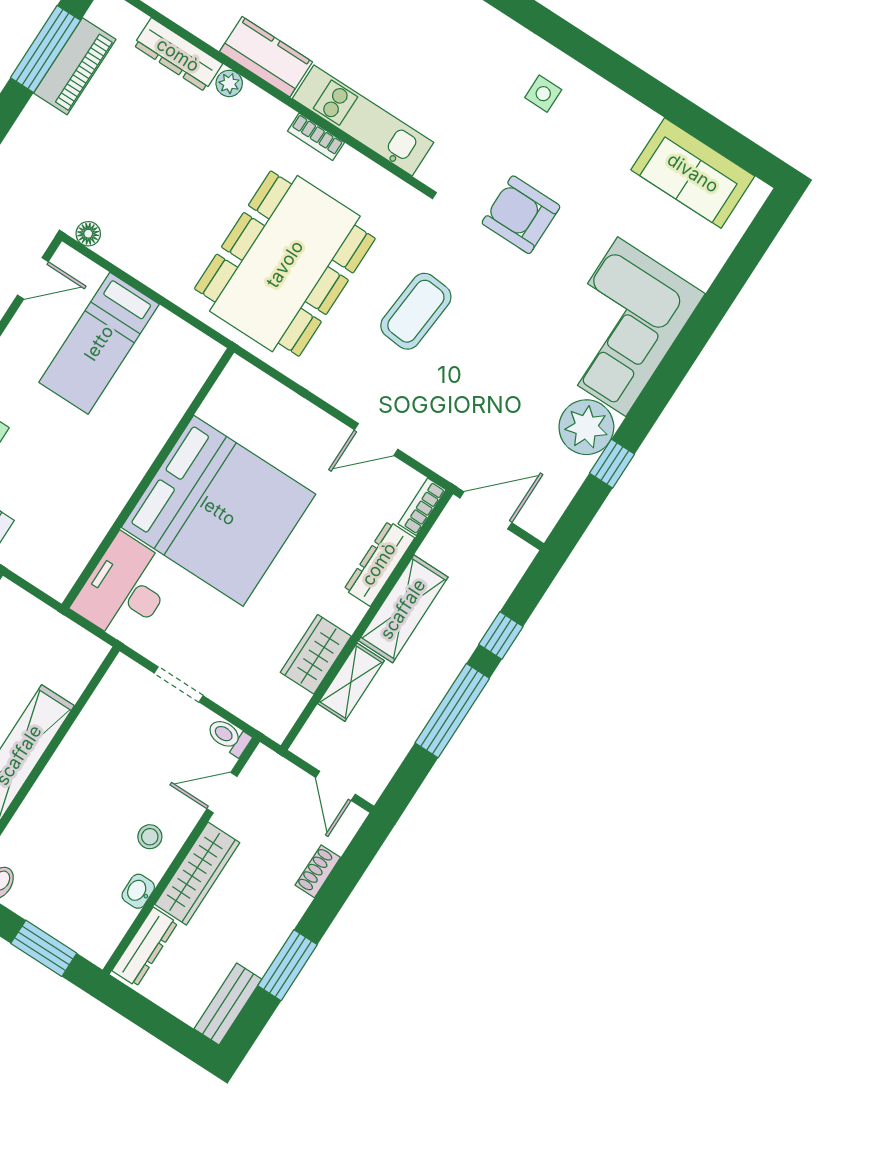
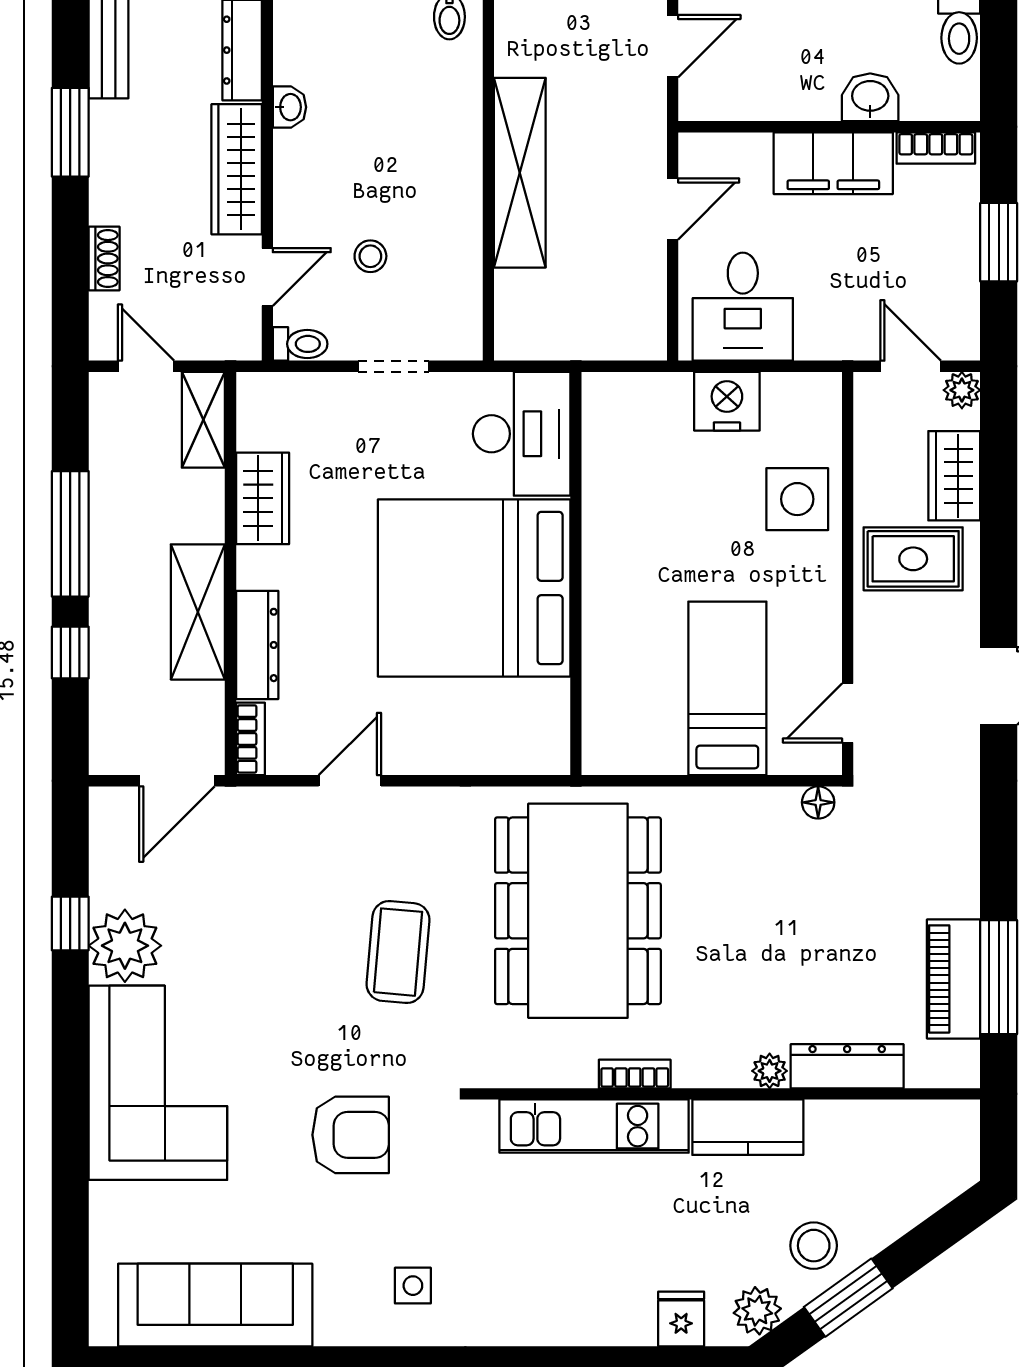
sofa: (693, 173) -> (215, 1305), width x1.36
shelving: (351, 682) -> (203, 420), moved
stool: (150, 837) -> (370, 256), moved

